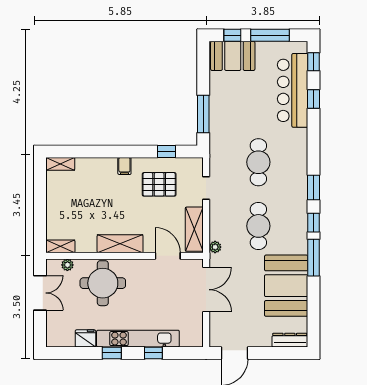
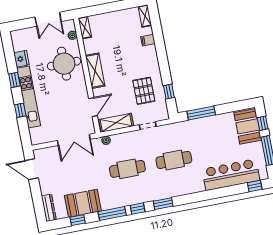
window: (314, 99) -> (78, 220), moved
filing cabinet: (124, 166) -> (148, 40), moved
booth: (286, 286) -> (83, 203), width x0.73, depth x0.70

